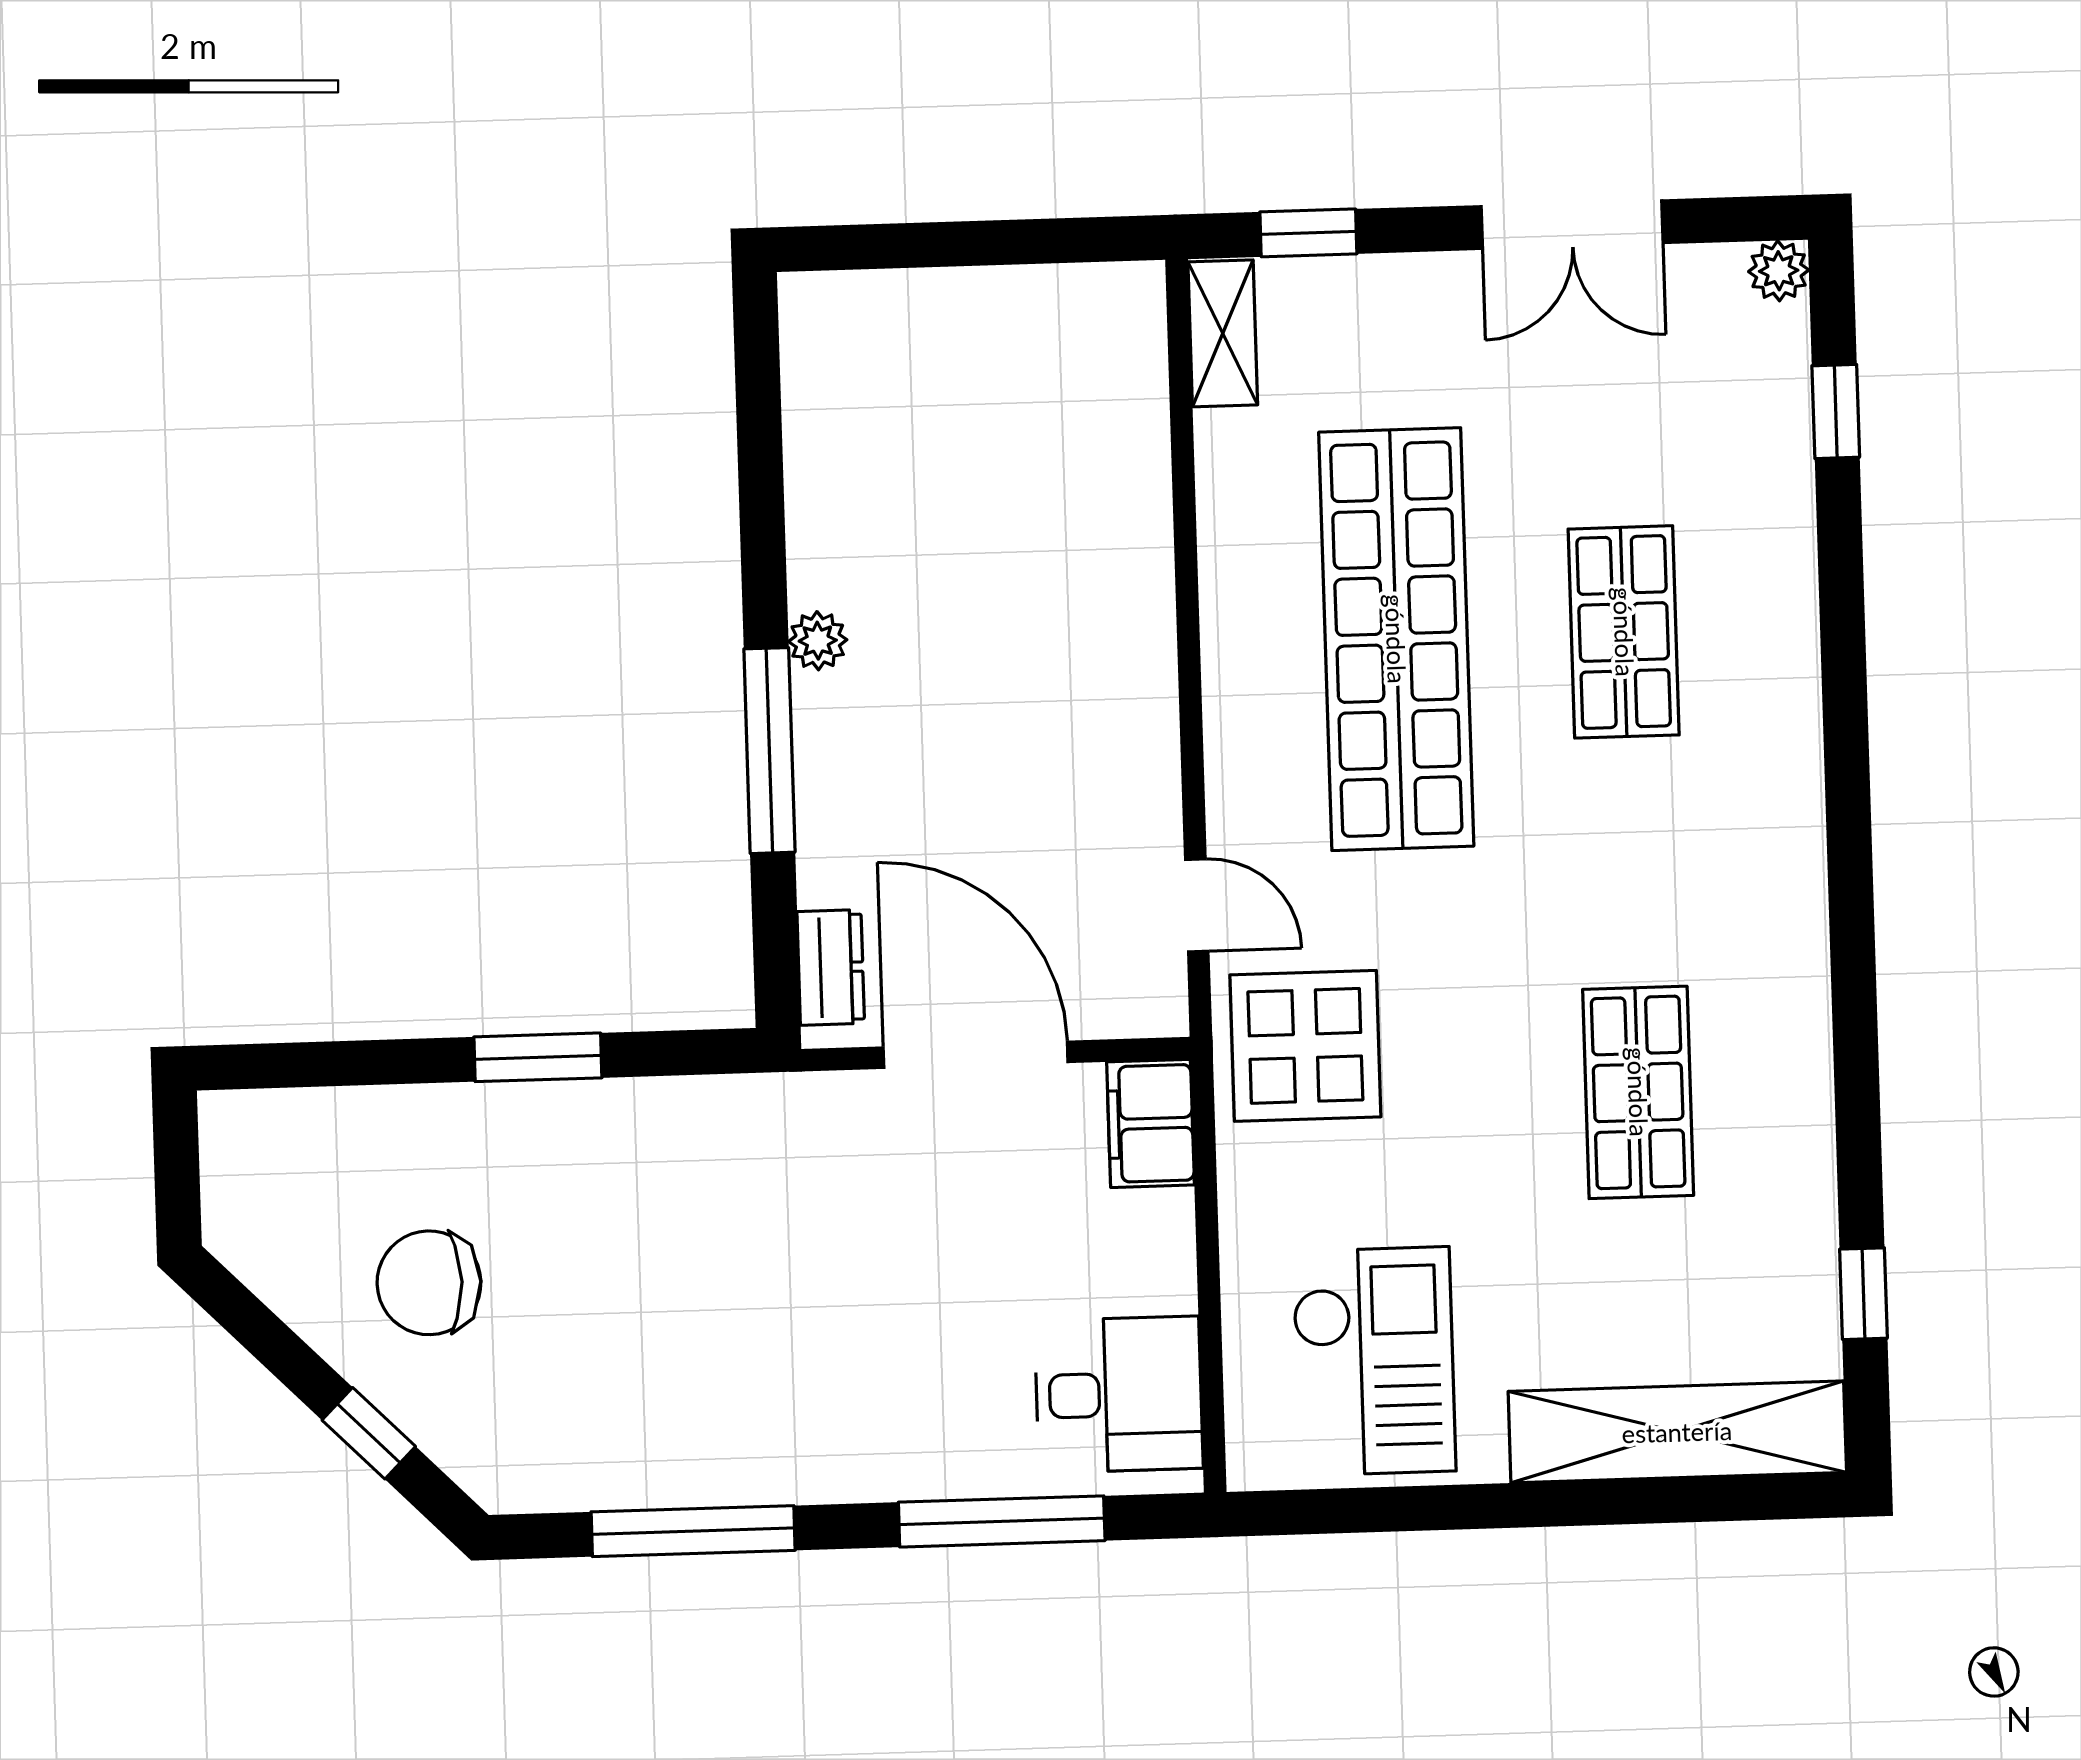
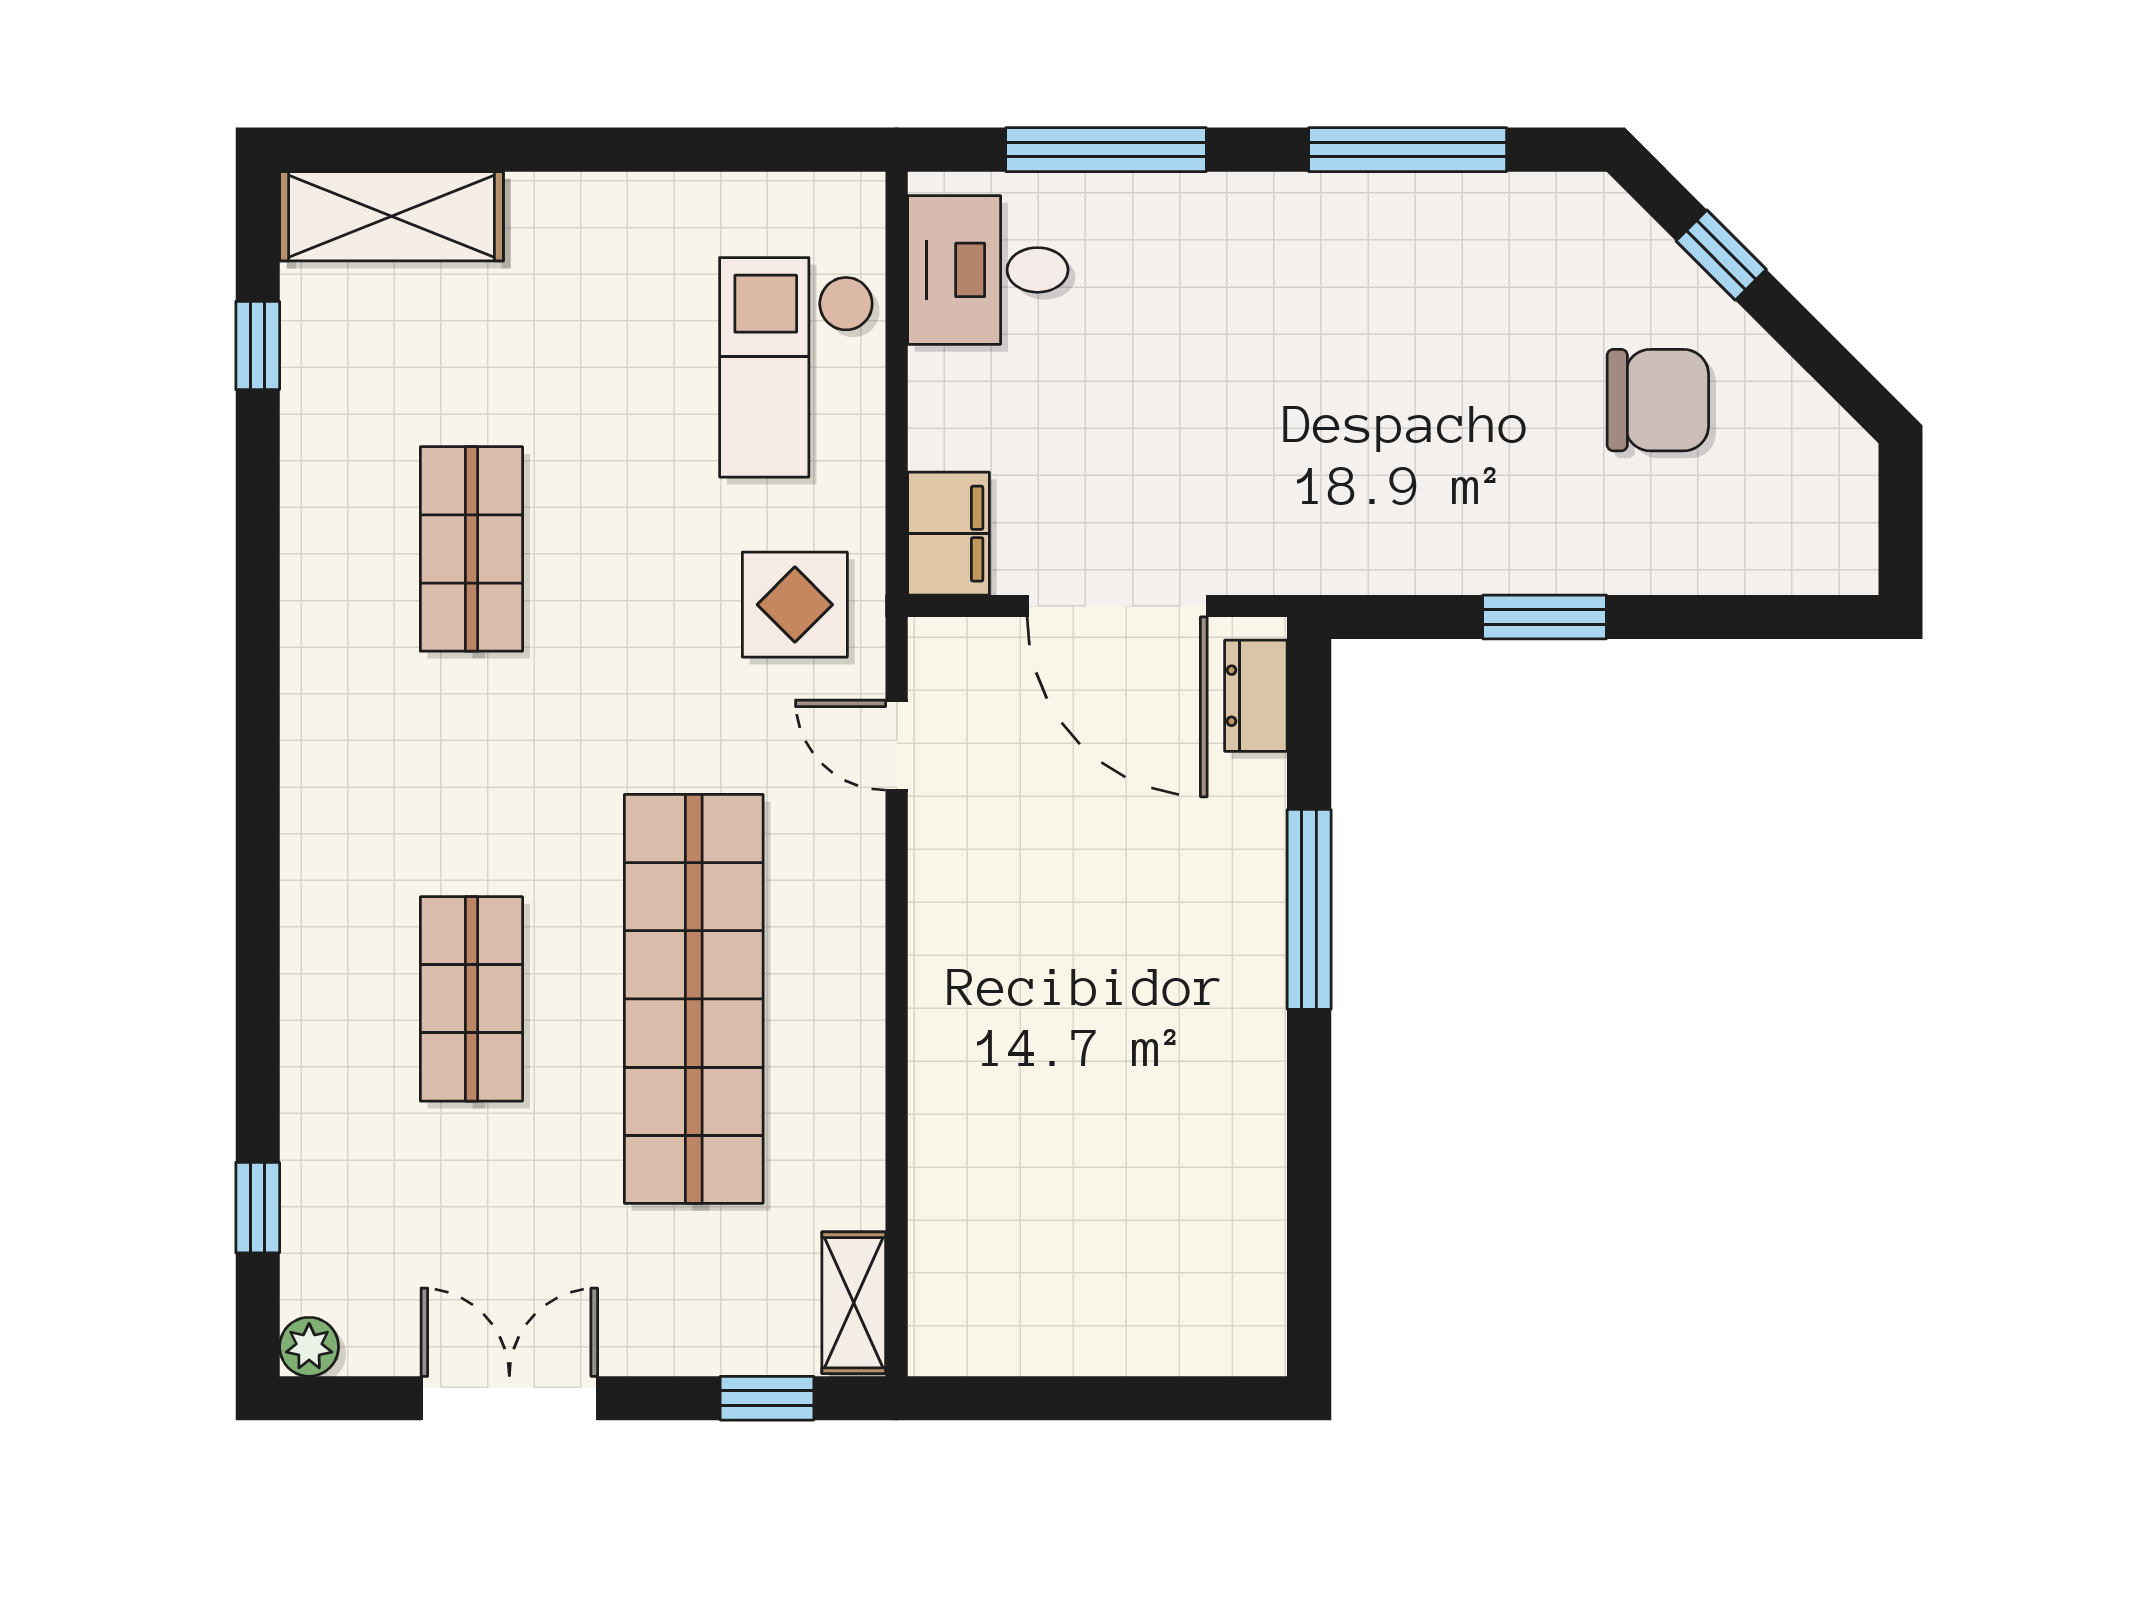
plant: (818, 641) -> (1259, 1015), removed
display table: (1305, 1046) -> (795, 605), width x0.73, depth x0.73
checkout: (1374, 1361) -> (797, 367), moved
shelving: (1677, 1432) -> (391, 216), width x0.68

